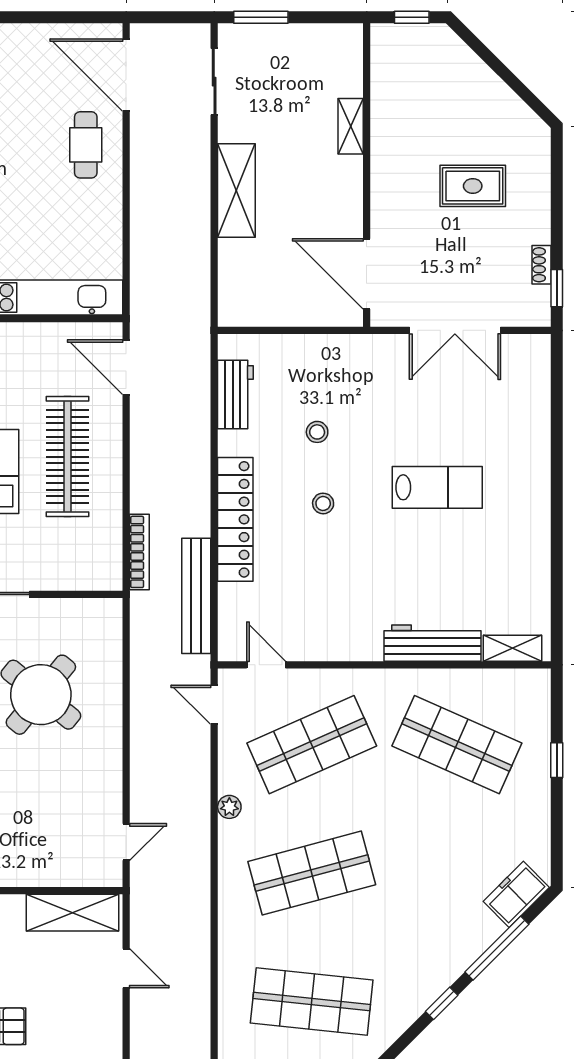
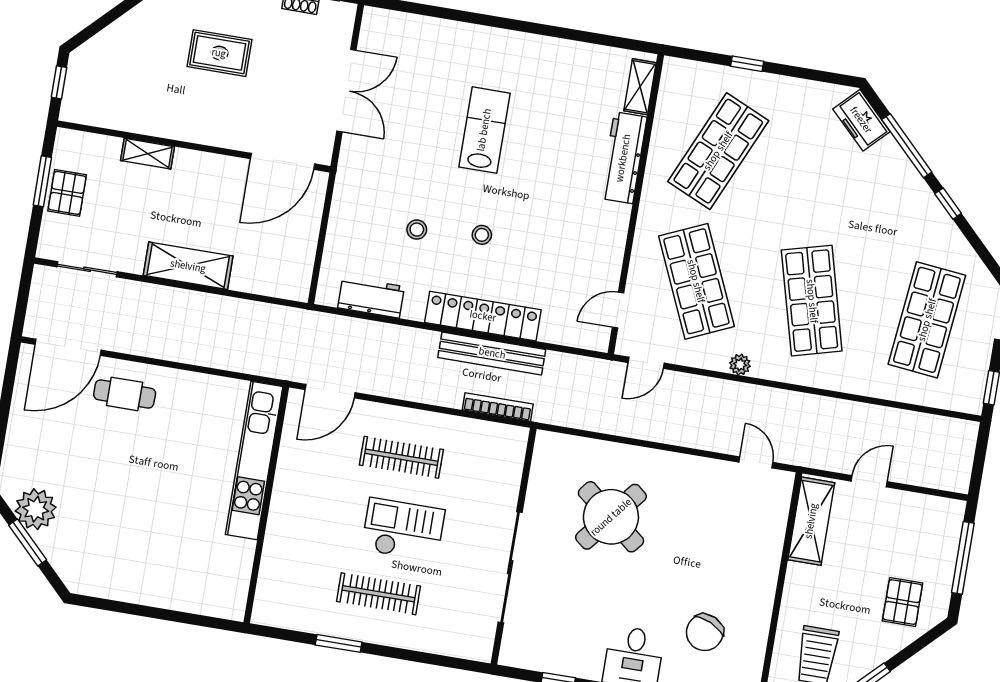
window: (261, 17) -> (42, 181), moved
pallet: (293, 46) -> (67, 193), added
rug: (473, 186) -> (219, 53), turned 90
clothes rail: (67, 457) -> (401, 457), width x0.73, depth x0.76
bench: (196, 596) -> (492, 353), moved

